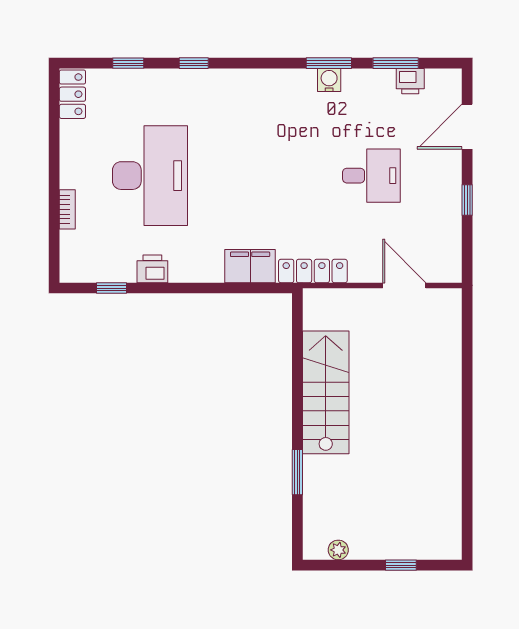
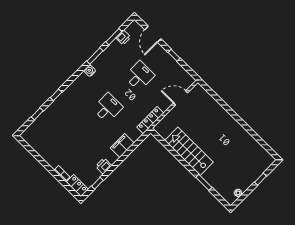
water cooler: (329, 80) -> (90, 71), moved
locker: (72, 94) -> (77, 186), moved
desk: (150, 176) -> (108, 108), moved, width x0.53, depth x0.77
filing cabinet: (250, 266) -> (122, 145), moved

